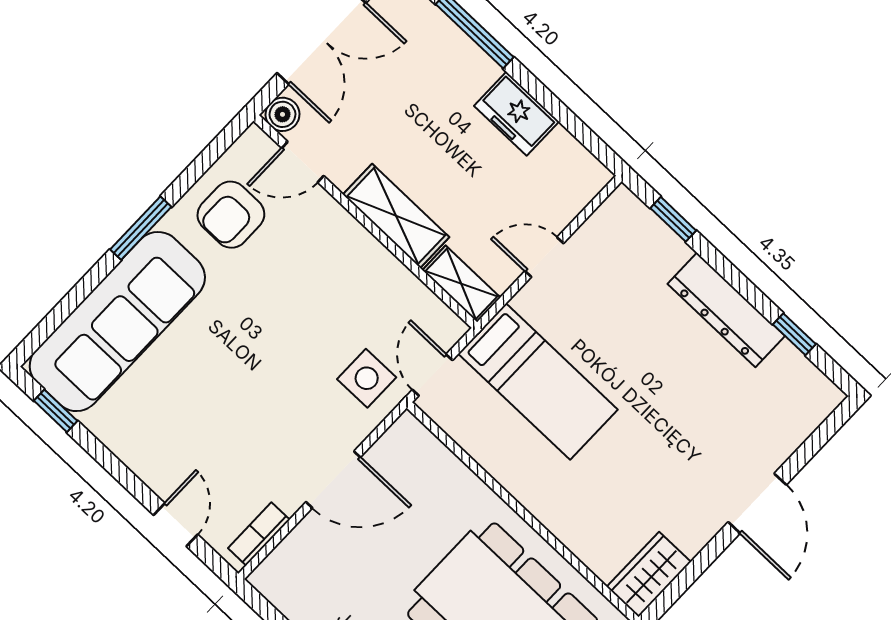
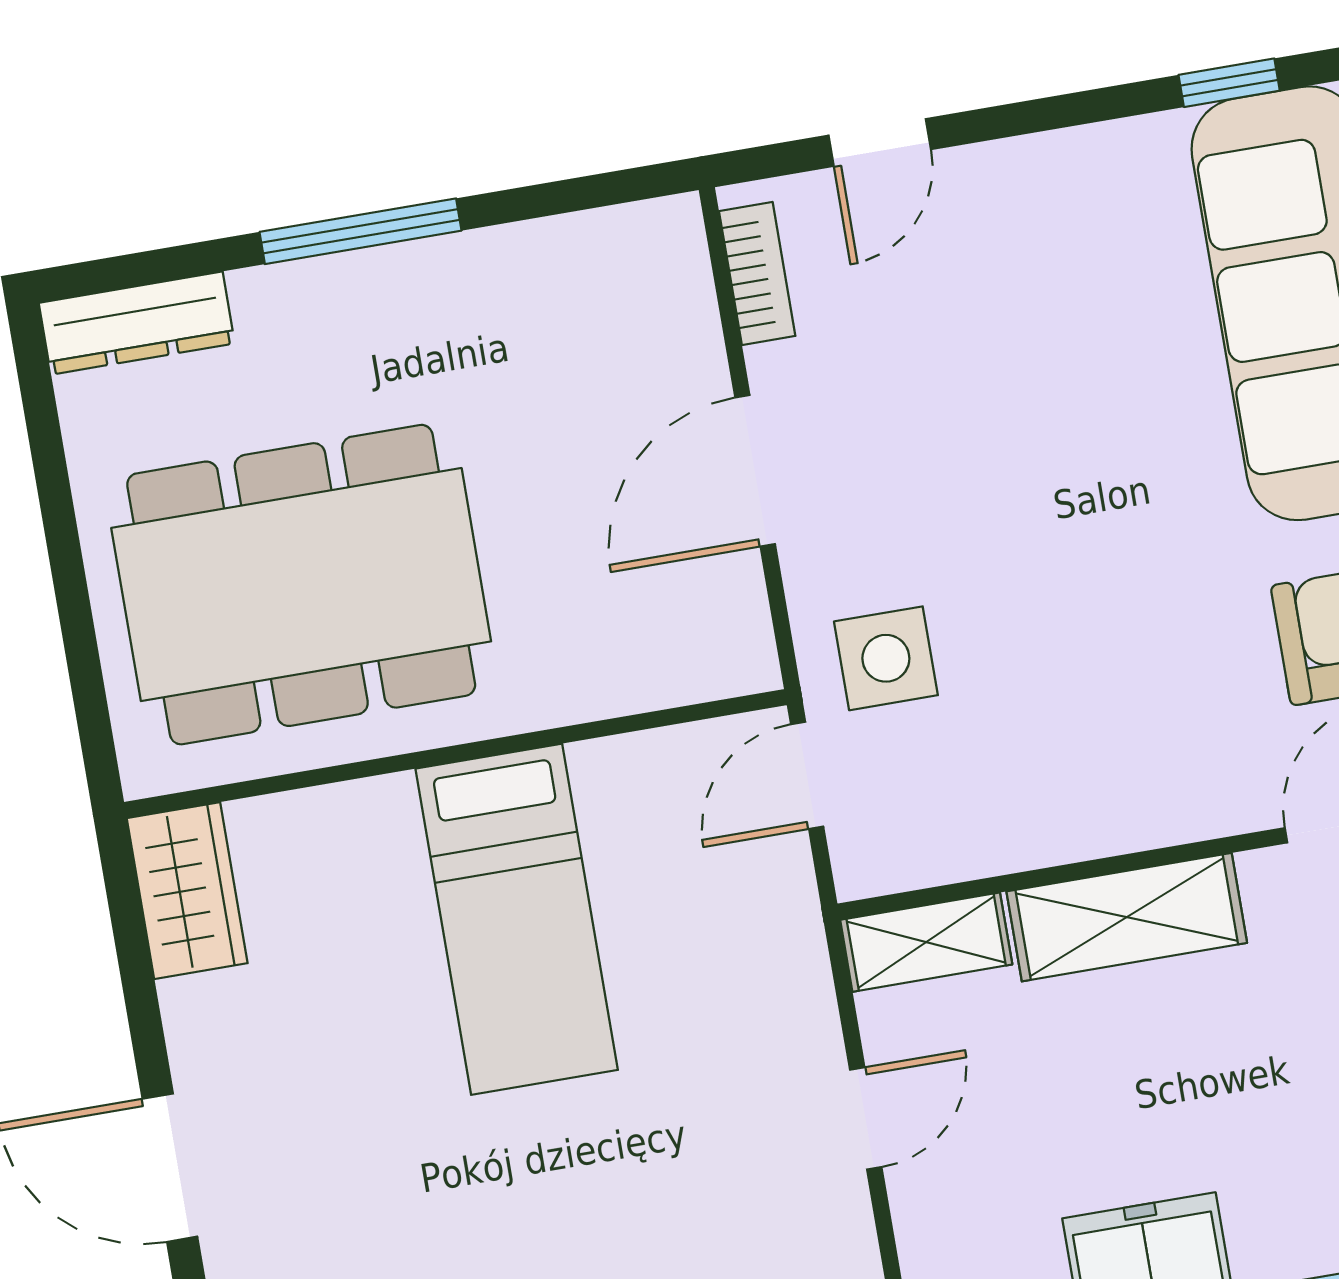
door: (432, 375) -> (807, 775), swing flipped
bed: (538, 382) -> (517, 919), moved, turned -90
door: (176, 525) -> (880, 142), hinge flipped

